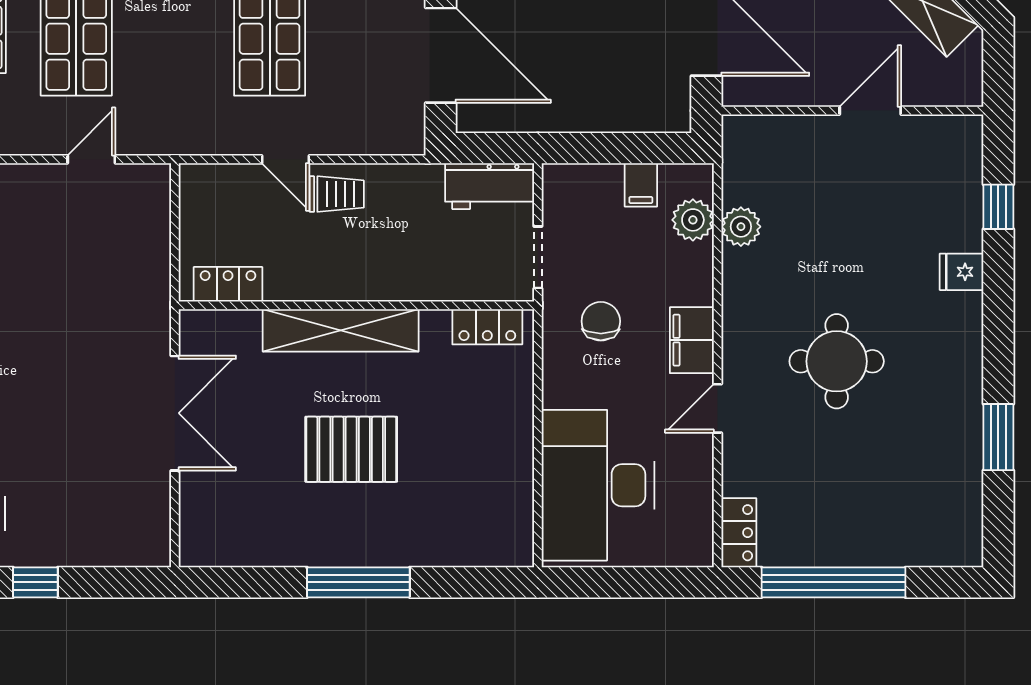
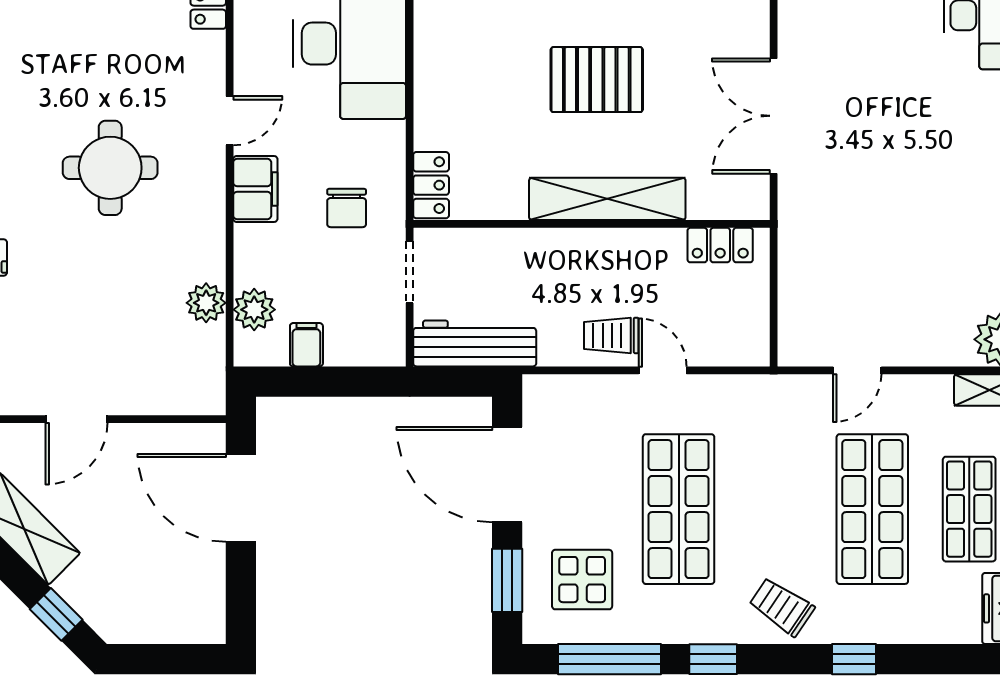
workbench: (490, 186) -> (475, 343), width x1.38
locker: (487, 327) -> (431, 185), moved, turned 90

